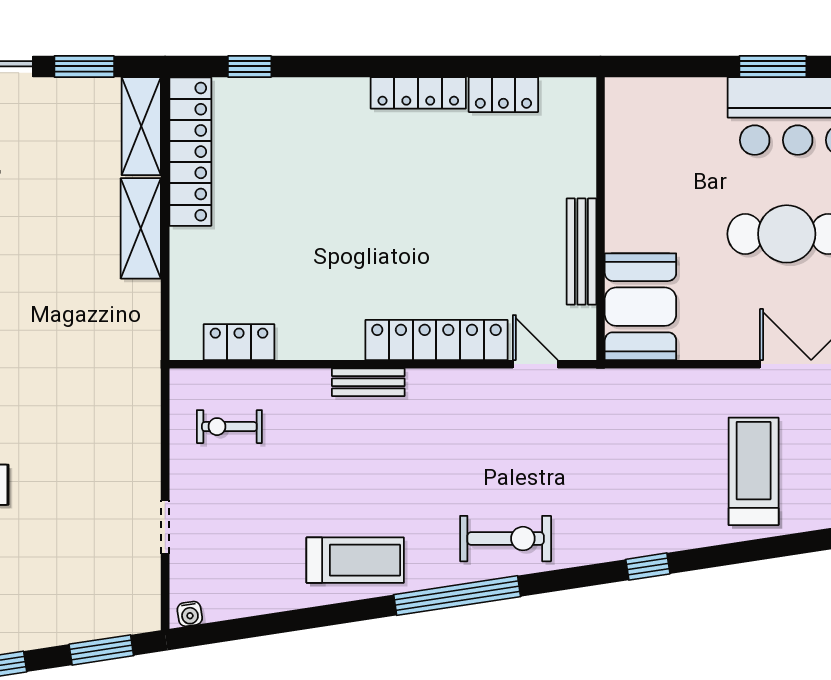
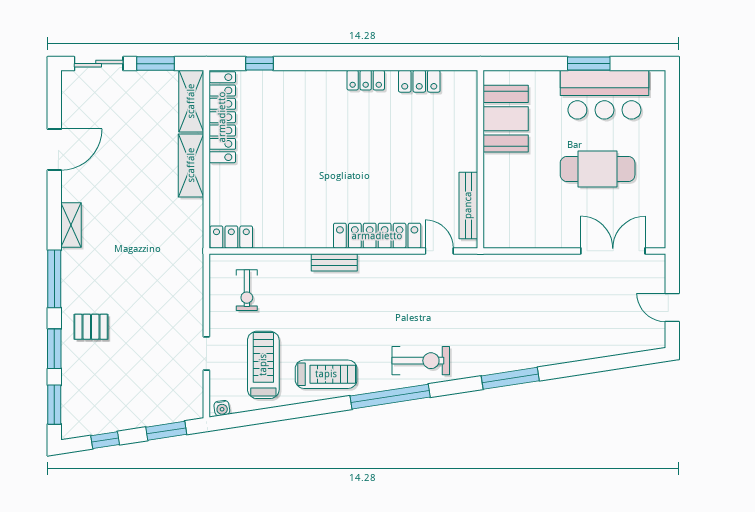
locker: (418, 93) -> (366, 80), width x0.66
bench: (581, 252) -> (468, 205), moved
booth: (640, 307) -> (506, 119), moved
locker: (239, 342) -> (231, 237), moved
exercise bike: (229, 427) -> (247, 290), turned -90
treadmill: (754, 471) -> (263, 365), moved
window: (648, 567) -> (510, 378), width x2.17

